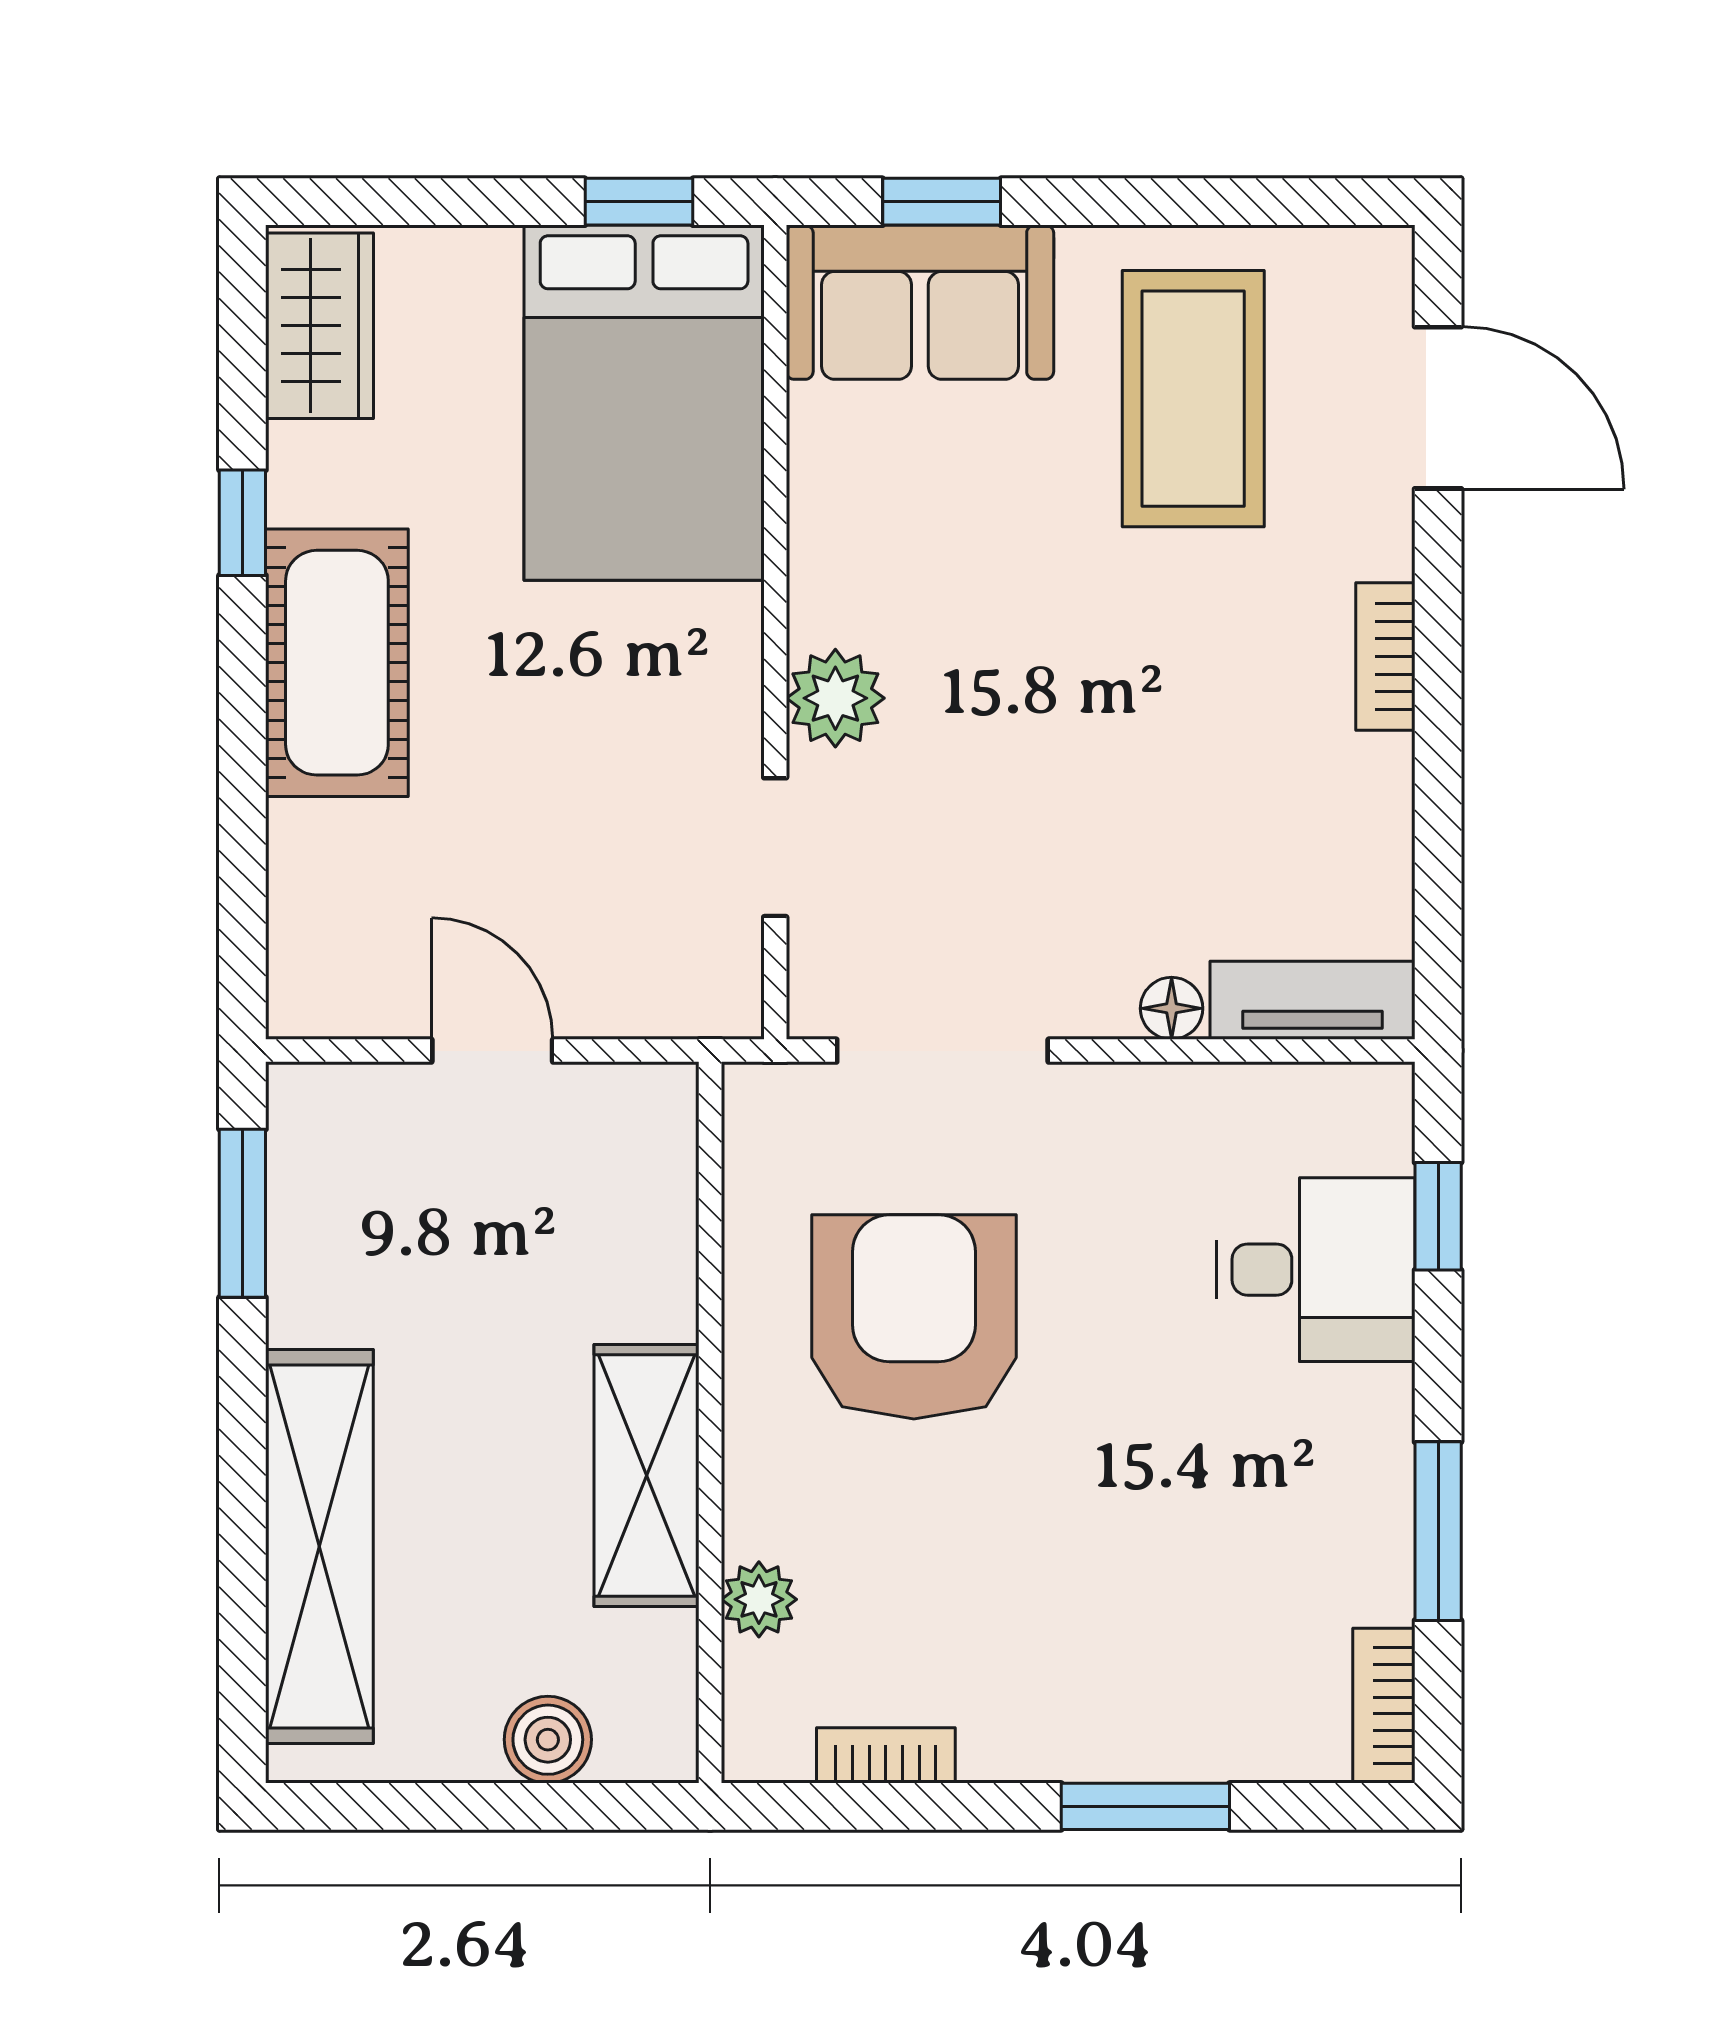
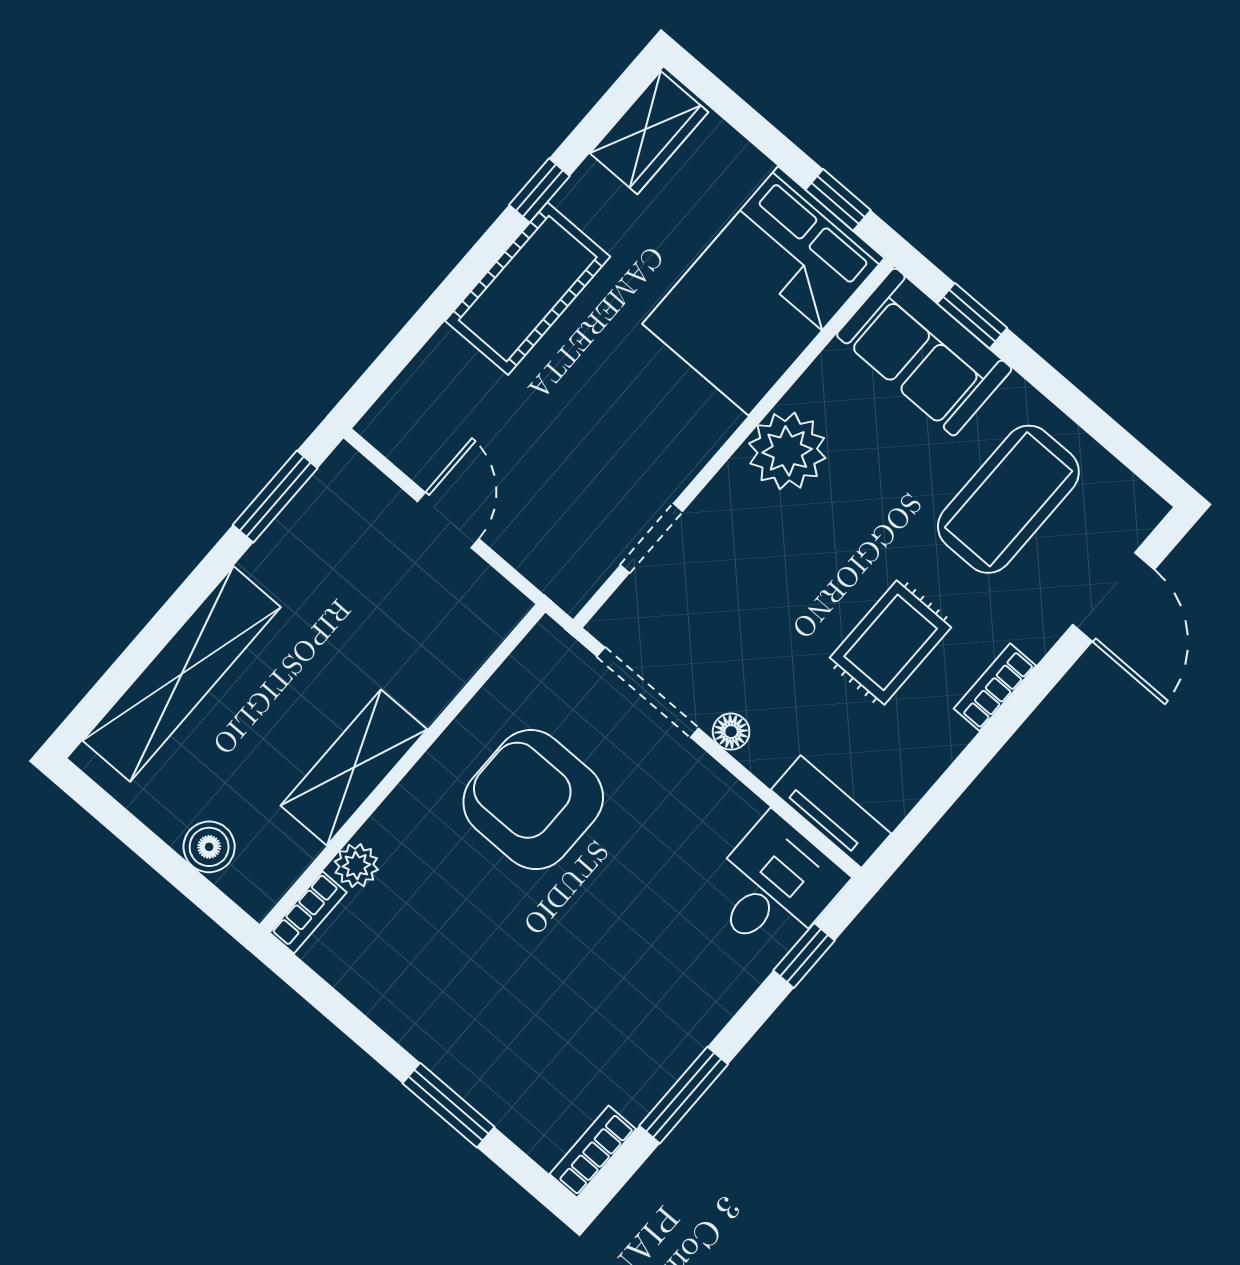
plant: (835, 698) -> (787, 451), moved, width x1.36, depth x1.36
rug: (1201, 715) -> (891, 642), added
floor lamp: (1172, 1008) -> (731, 732), moved
desk: (1316, 1270) -> (774, 886), moved, turned -90
armchair: (914, 1317) -> (533, 800), turned -90
bookcase: (886, 1755) -> (308, 912), moved, turned 90

